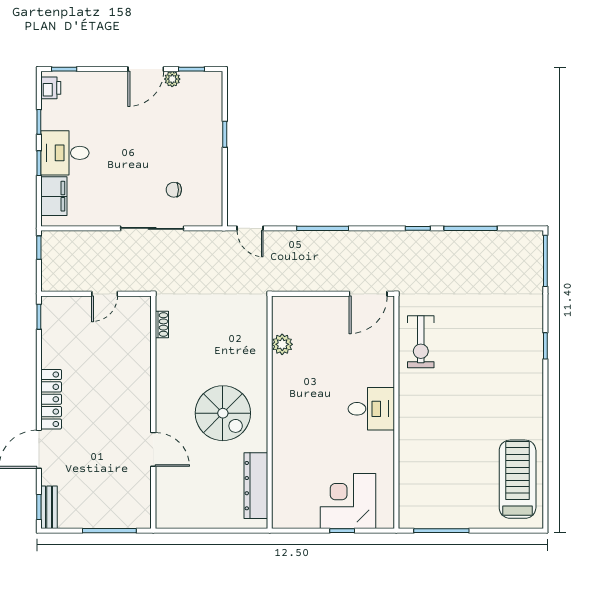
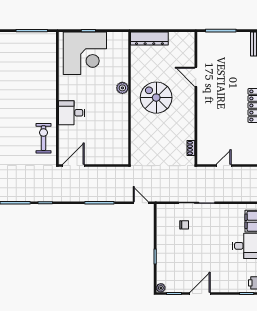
plant: (172, 79) -> (161, 288), moved
plant: (282, 344) -> (122, 88), moved
desk: (371, 409) -> (72, 113), moved
dresser: (256, 486) -> (149, 38), moved, turned 90
corner desk: (348, 501) -> (85, 53), width x1.36, depth x1.36

